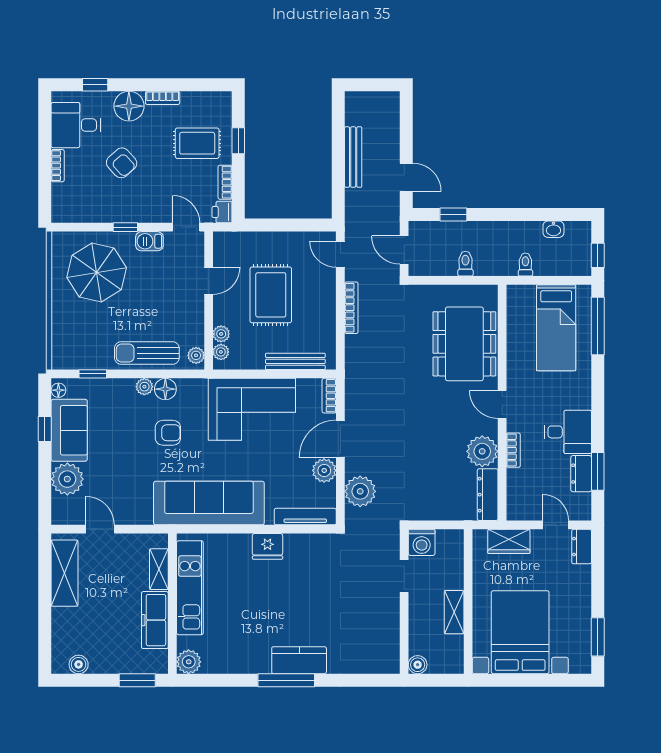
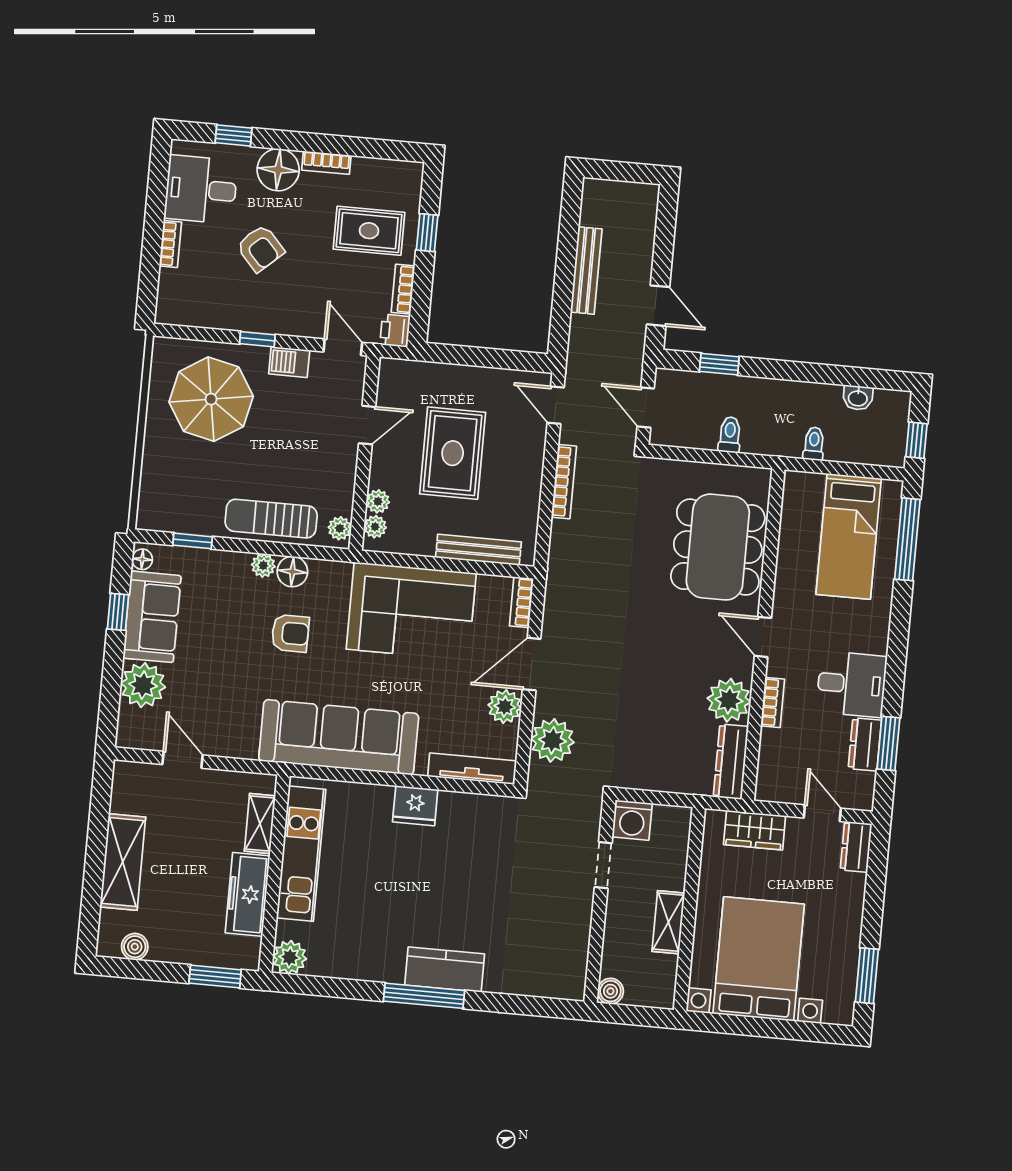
shelving: (65, 573) -> (123, 862), moved

